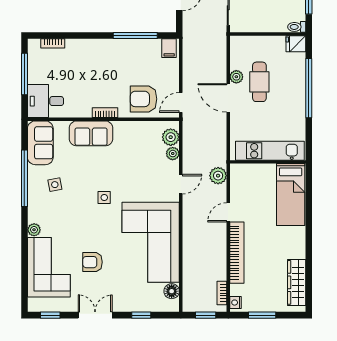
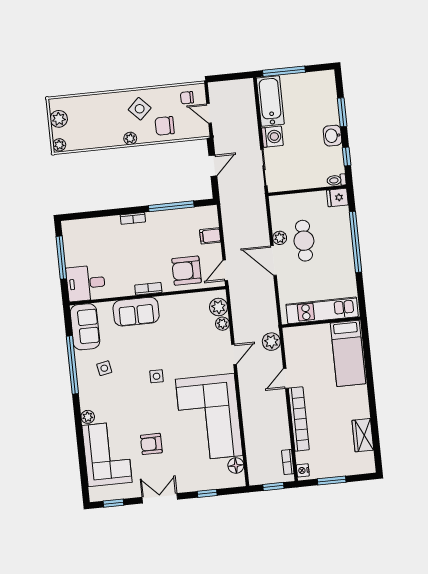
bookcase: (53, 43) -> (133, 218), moved
filing cabinet: (169, 48) -> (210, 236), moved, turned 90
wardrobe: (297, 282) -> (363, 435), width x0.67

